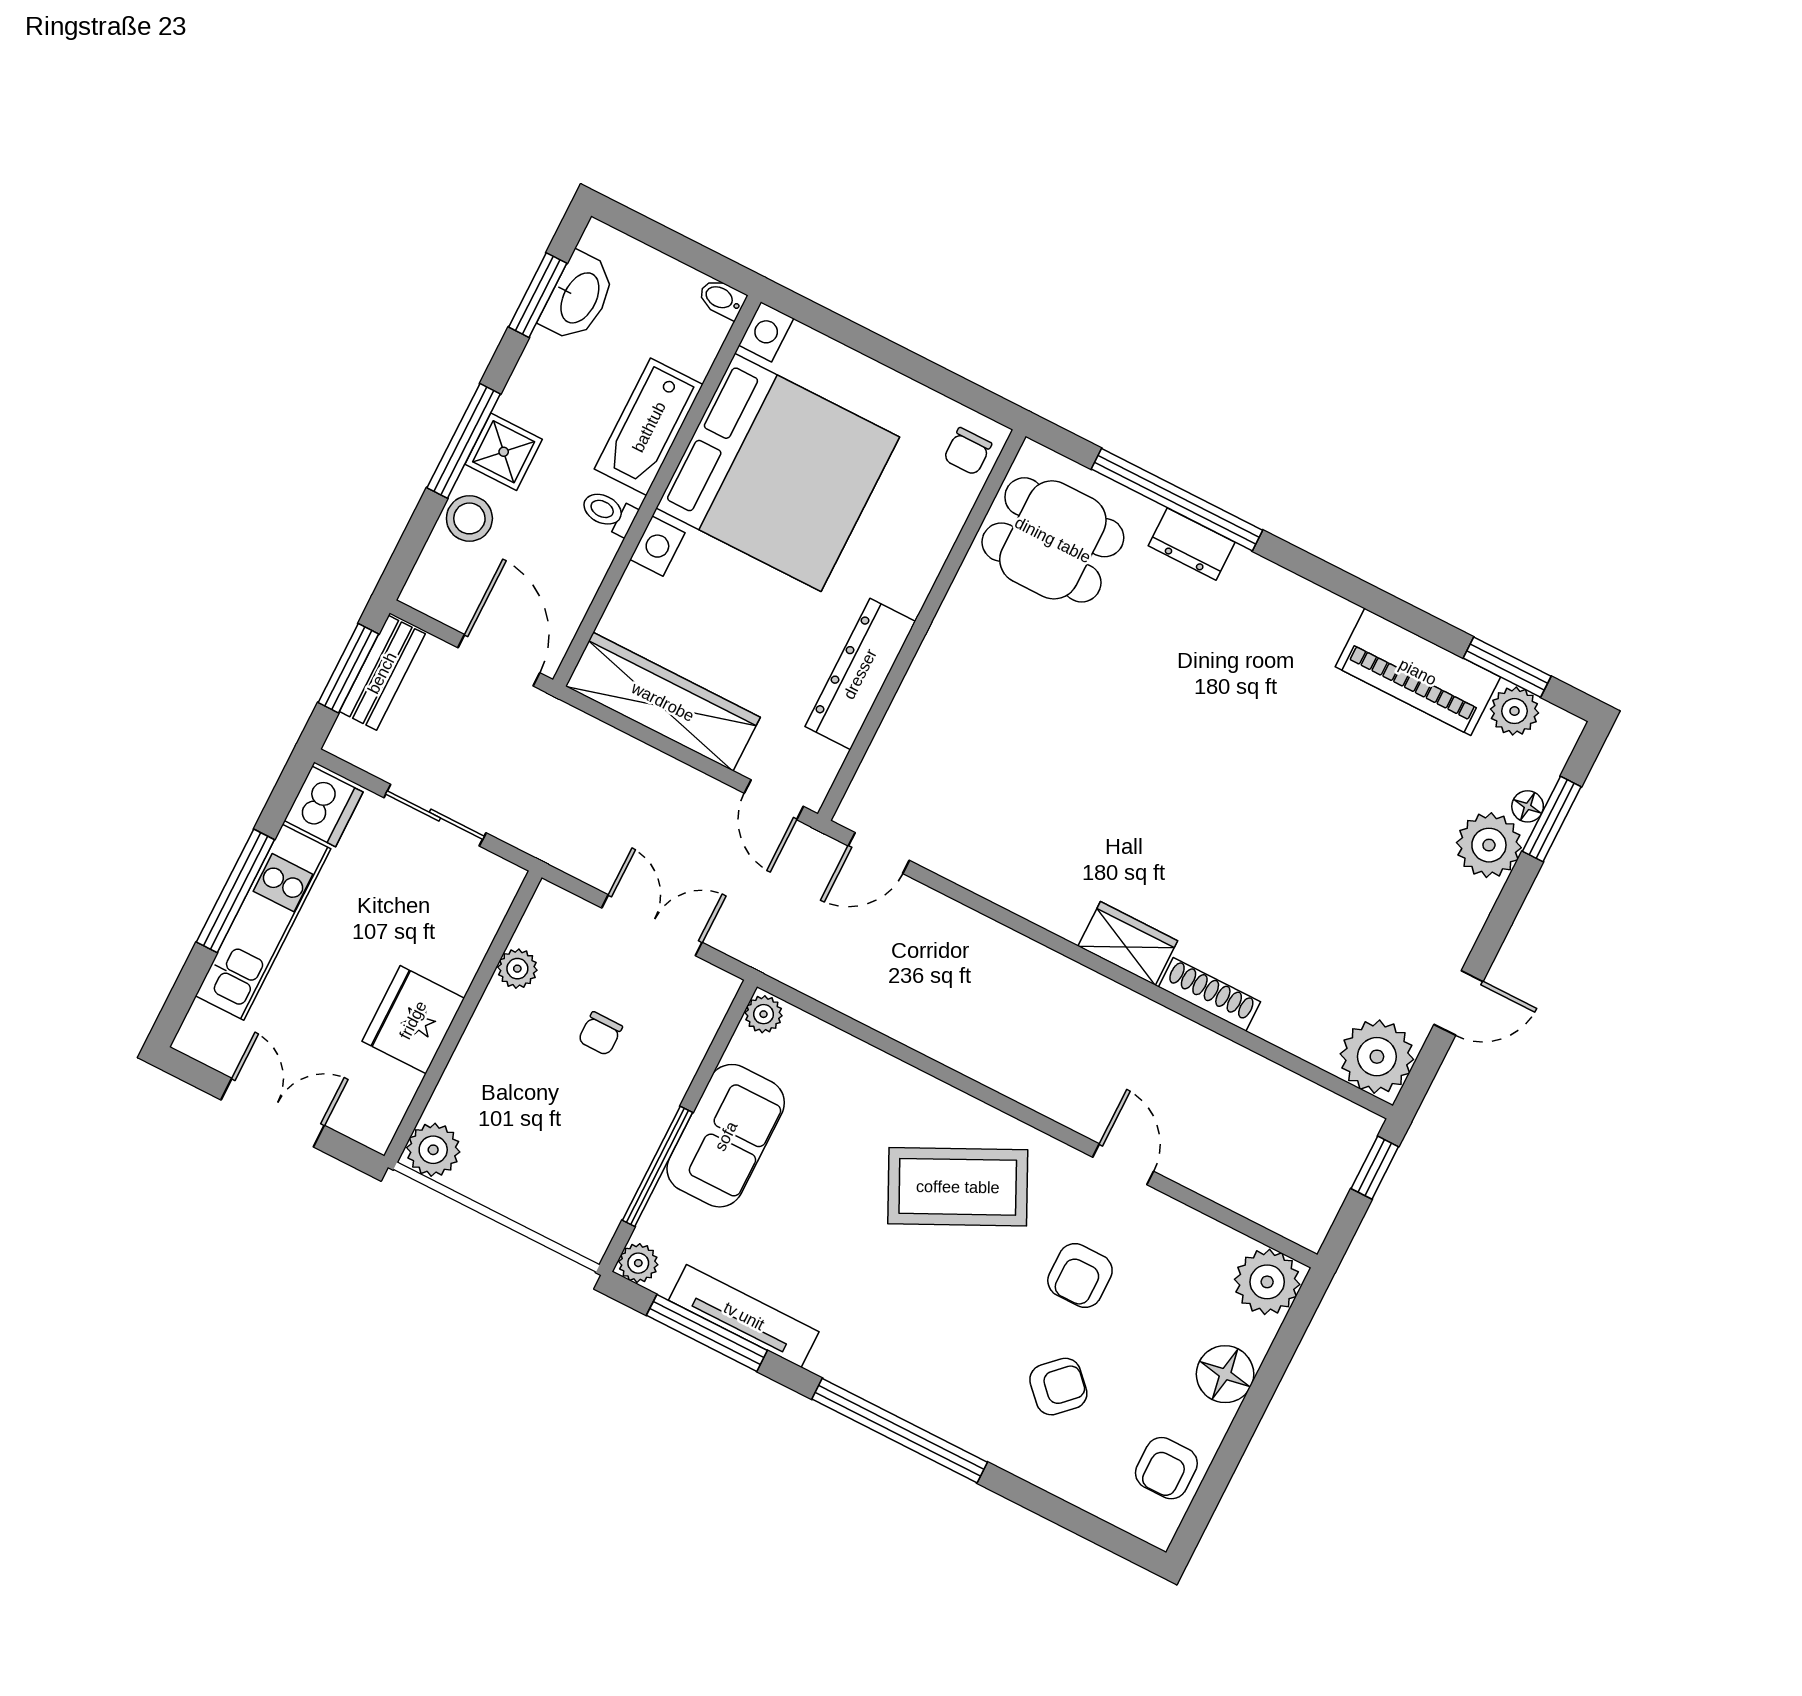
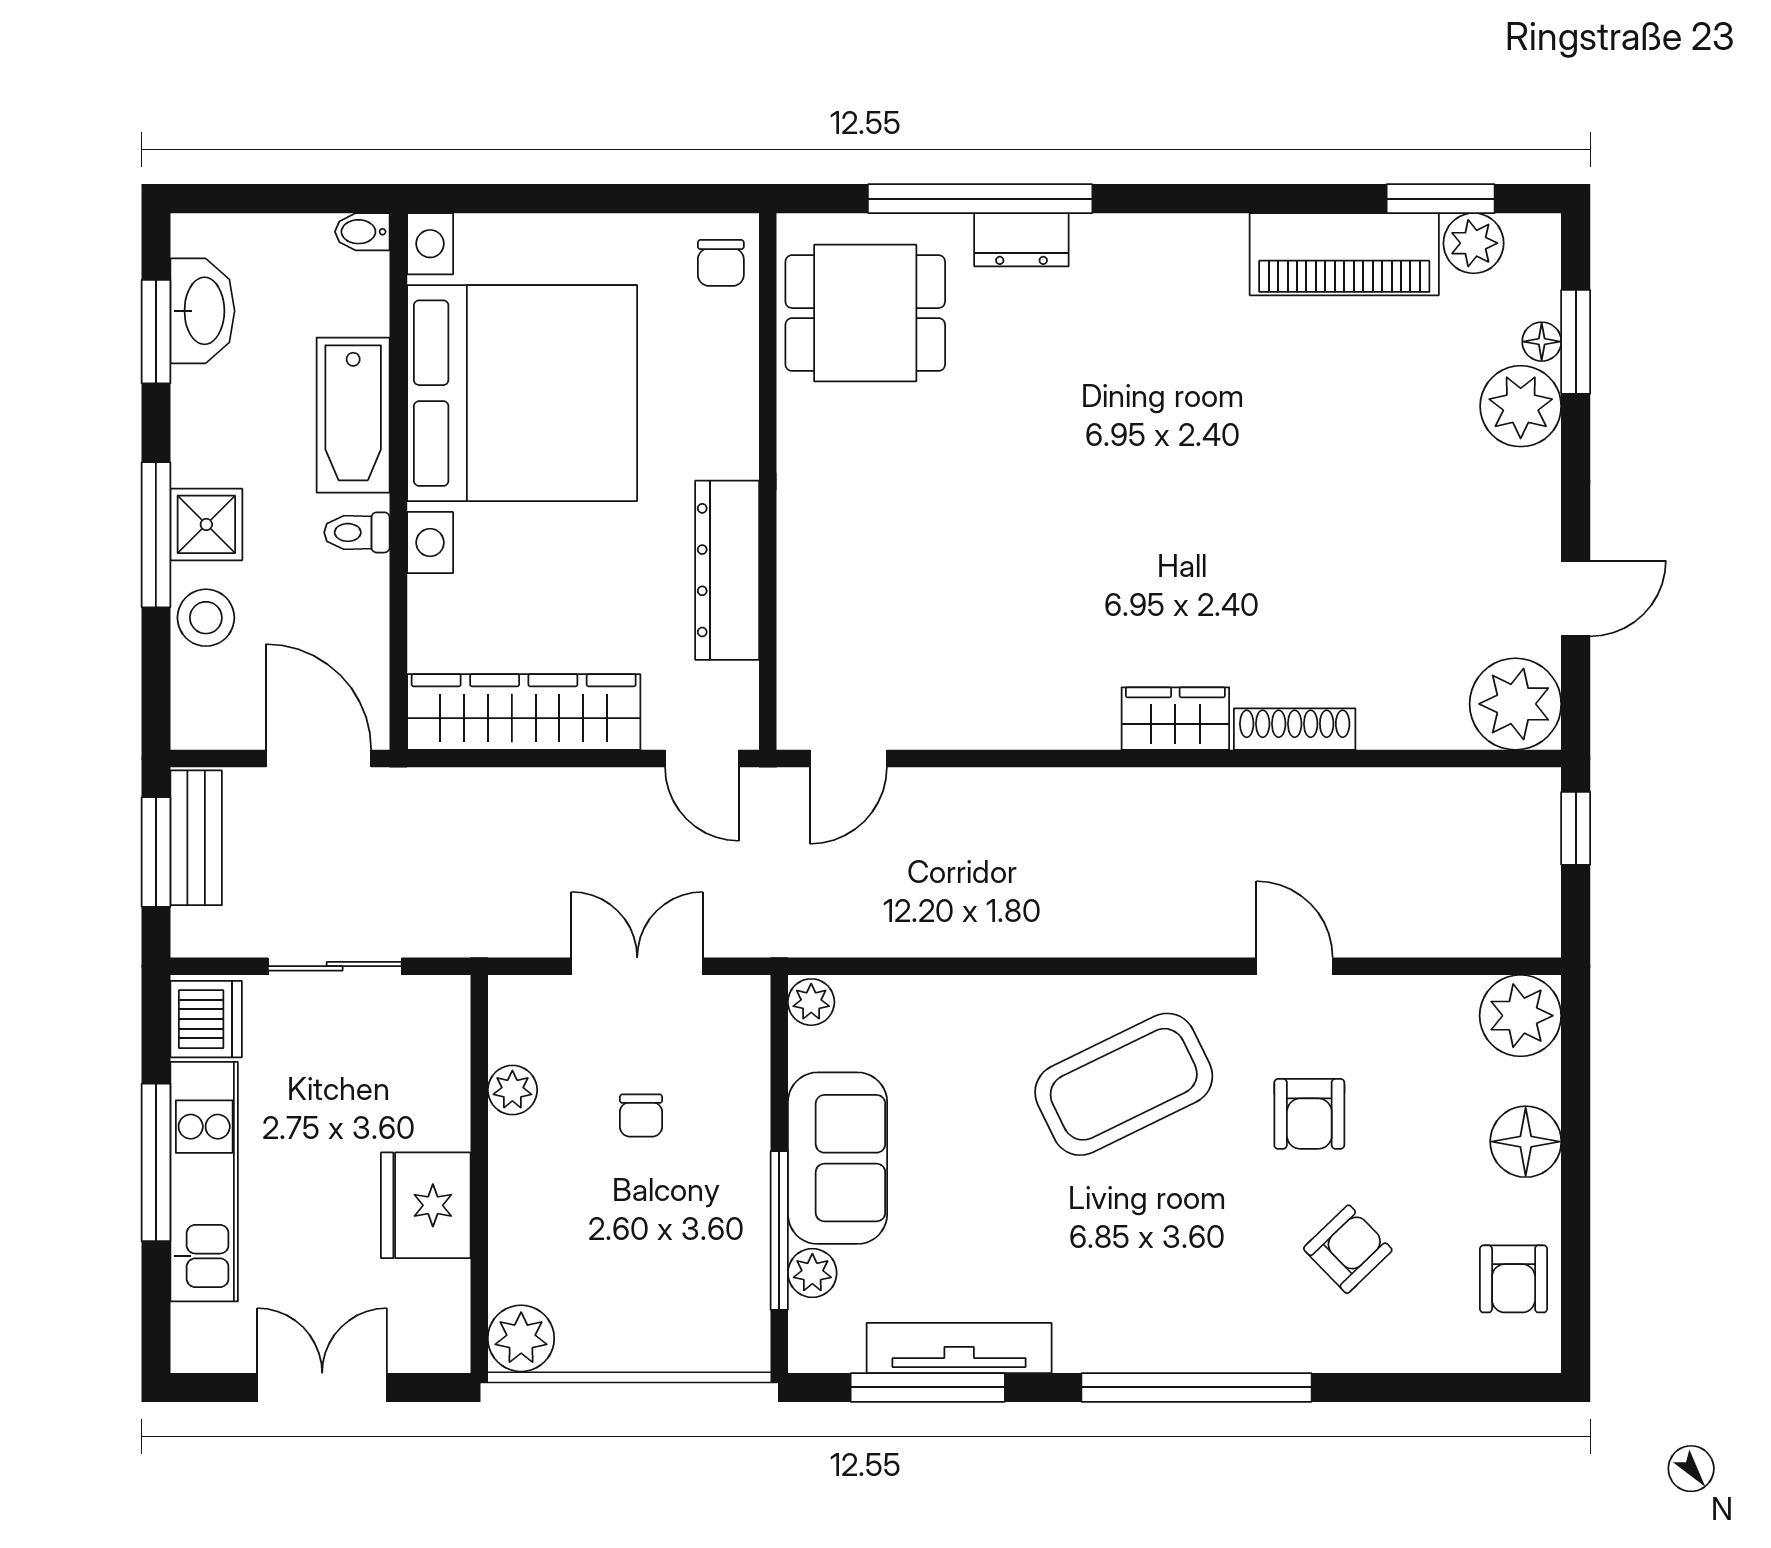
plant: (638, 1263) -> (812, 1273), moved

